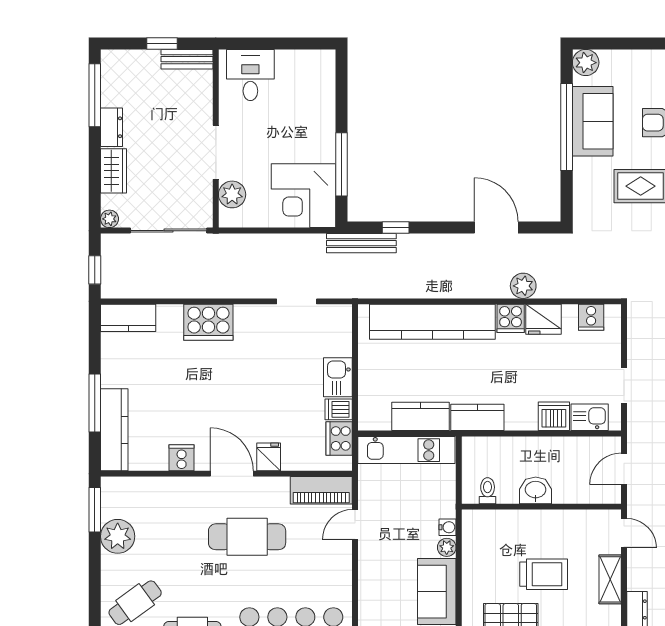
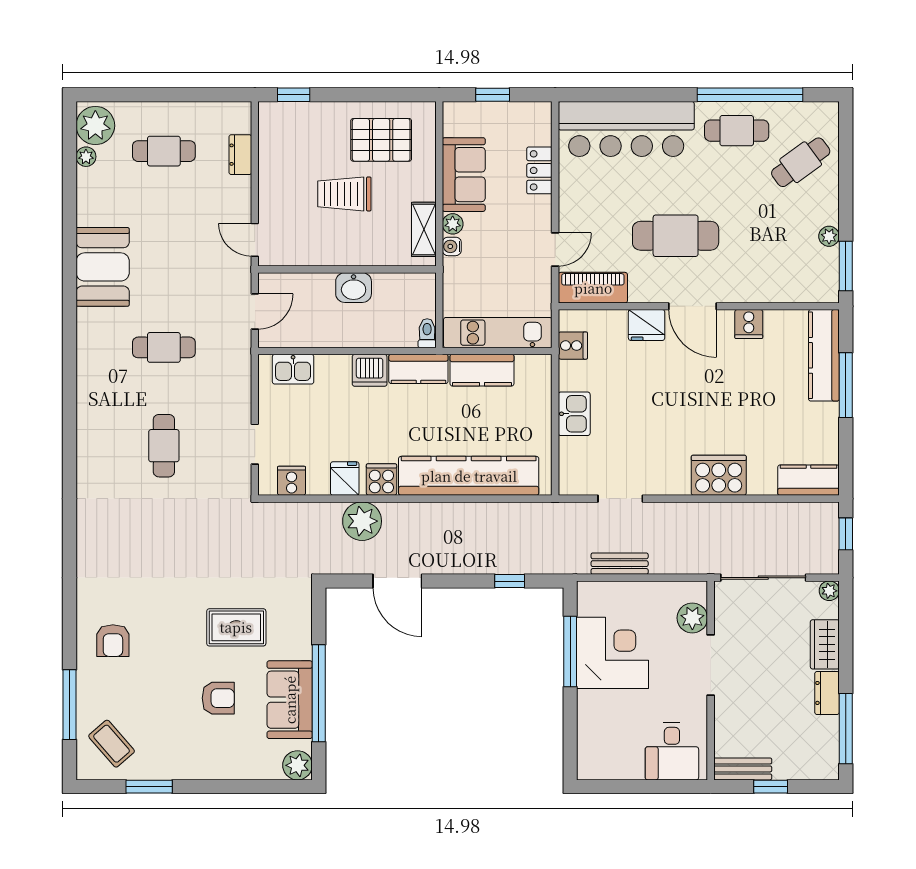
corner desk: (304, 196) -> (613, 653), moved
bench: (361, 243) -> (620, 564), moved, width x0.73
plant: (523, 286) -> (362, 521), width x1.36, depth x1.36
fridge: (543, 319) -> (345, 479), width x0.72
doorway: (624, 385) -> (255, 444), moved
dishwasher: (339, 409) -> (573, 378), removed
dishwasher: (554, 416) -> (370, 370), moved
cooker: (339, 438) -> (573, 346), width x0.73
fridge: (269, 457) -> (647, 325), width x1.38
toilet: (488, 491) -> (427, 333), moved, turned 180
plant: (118, 536) -> (829, 236), width x0.53, depth x0.53
shelving: (610, 579) -> (424, 229), moved
locker: (369, 595) -> (539, 170), added

